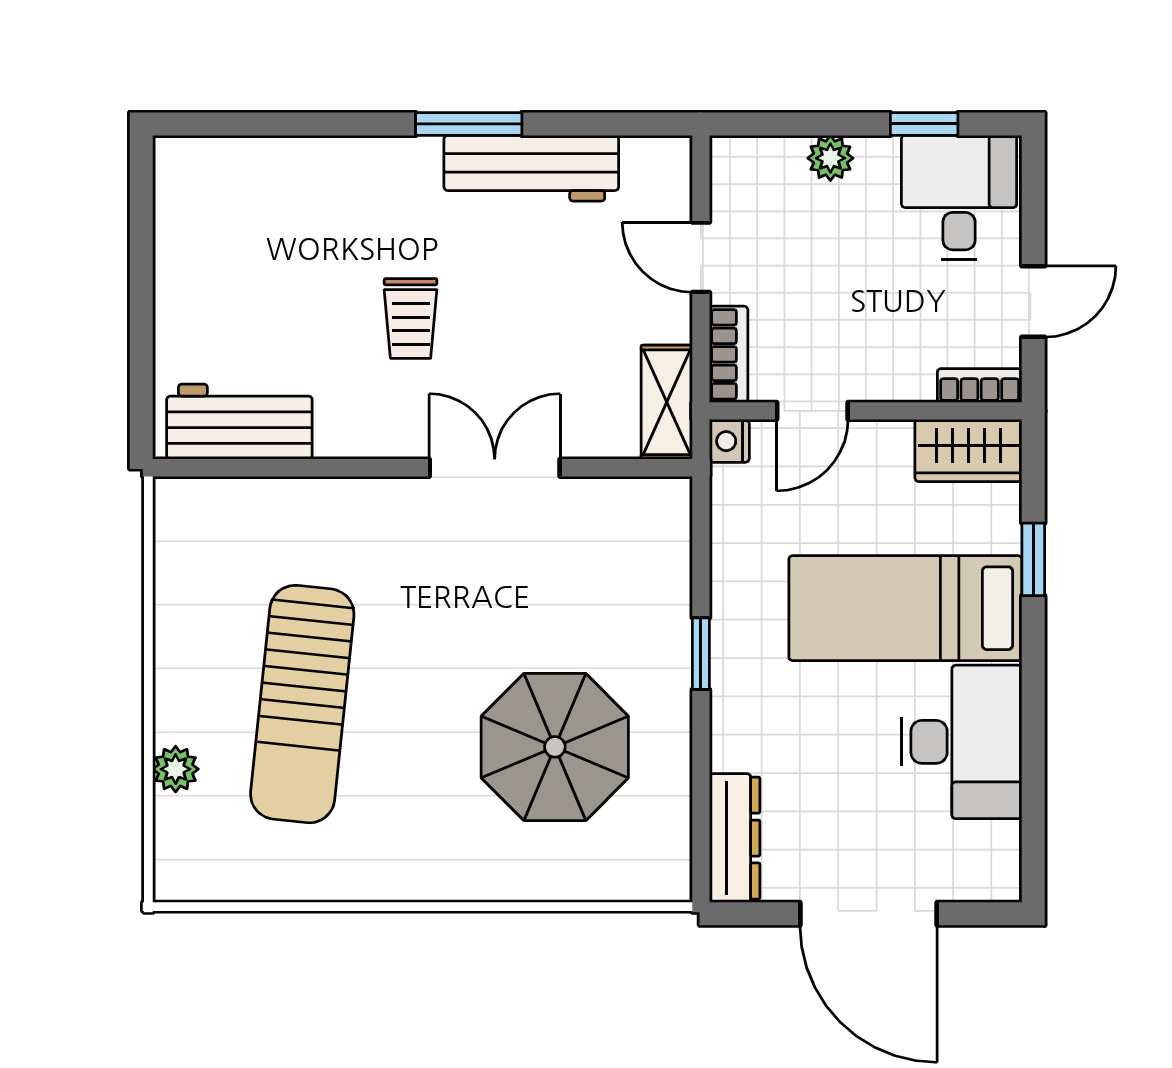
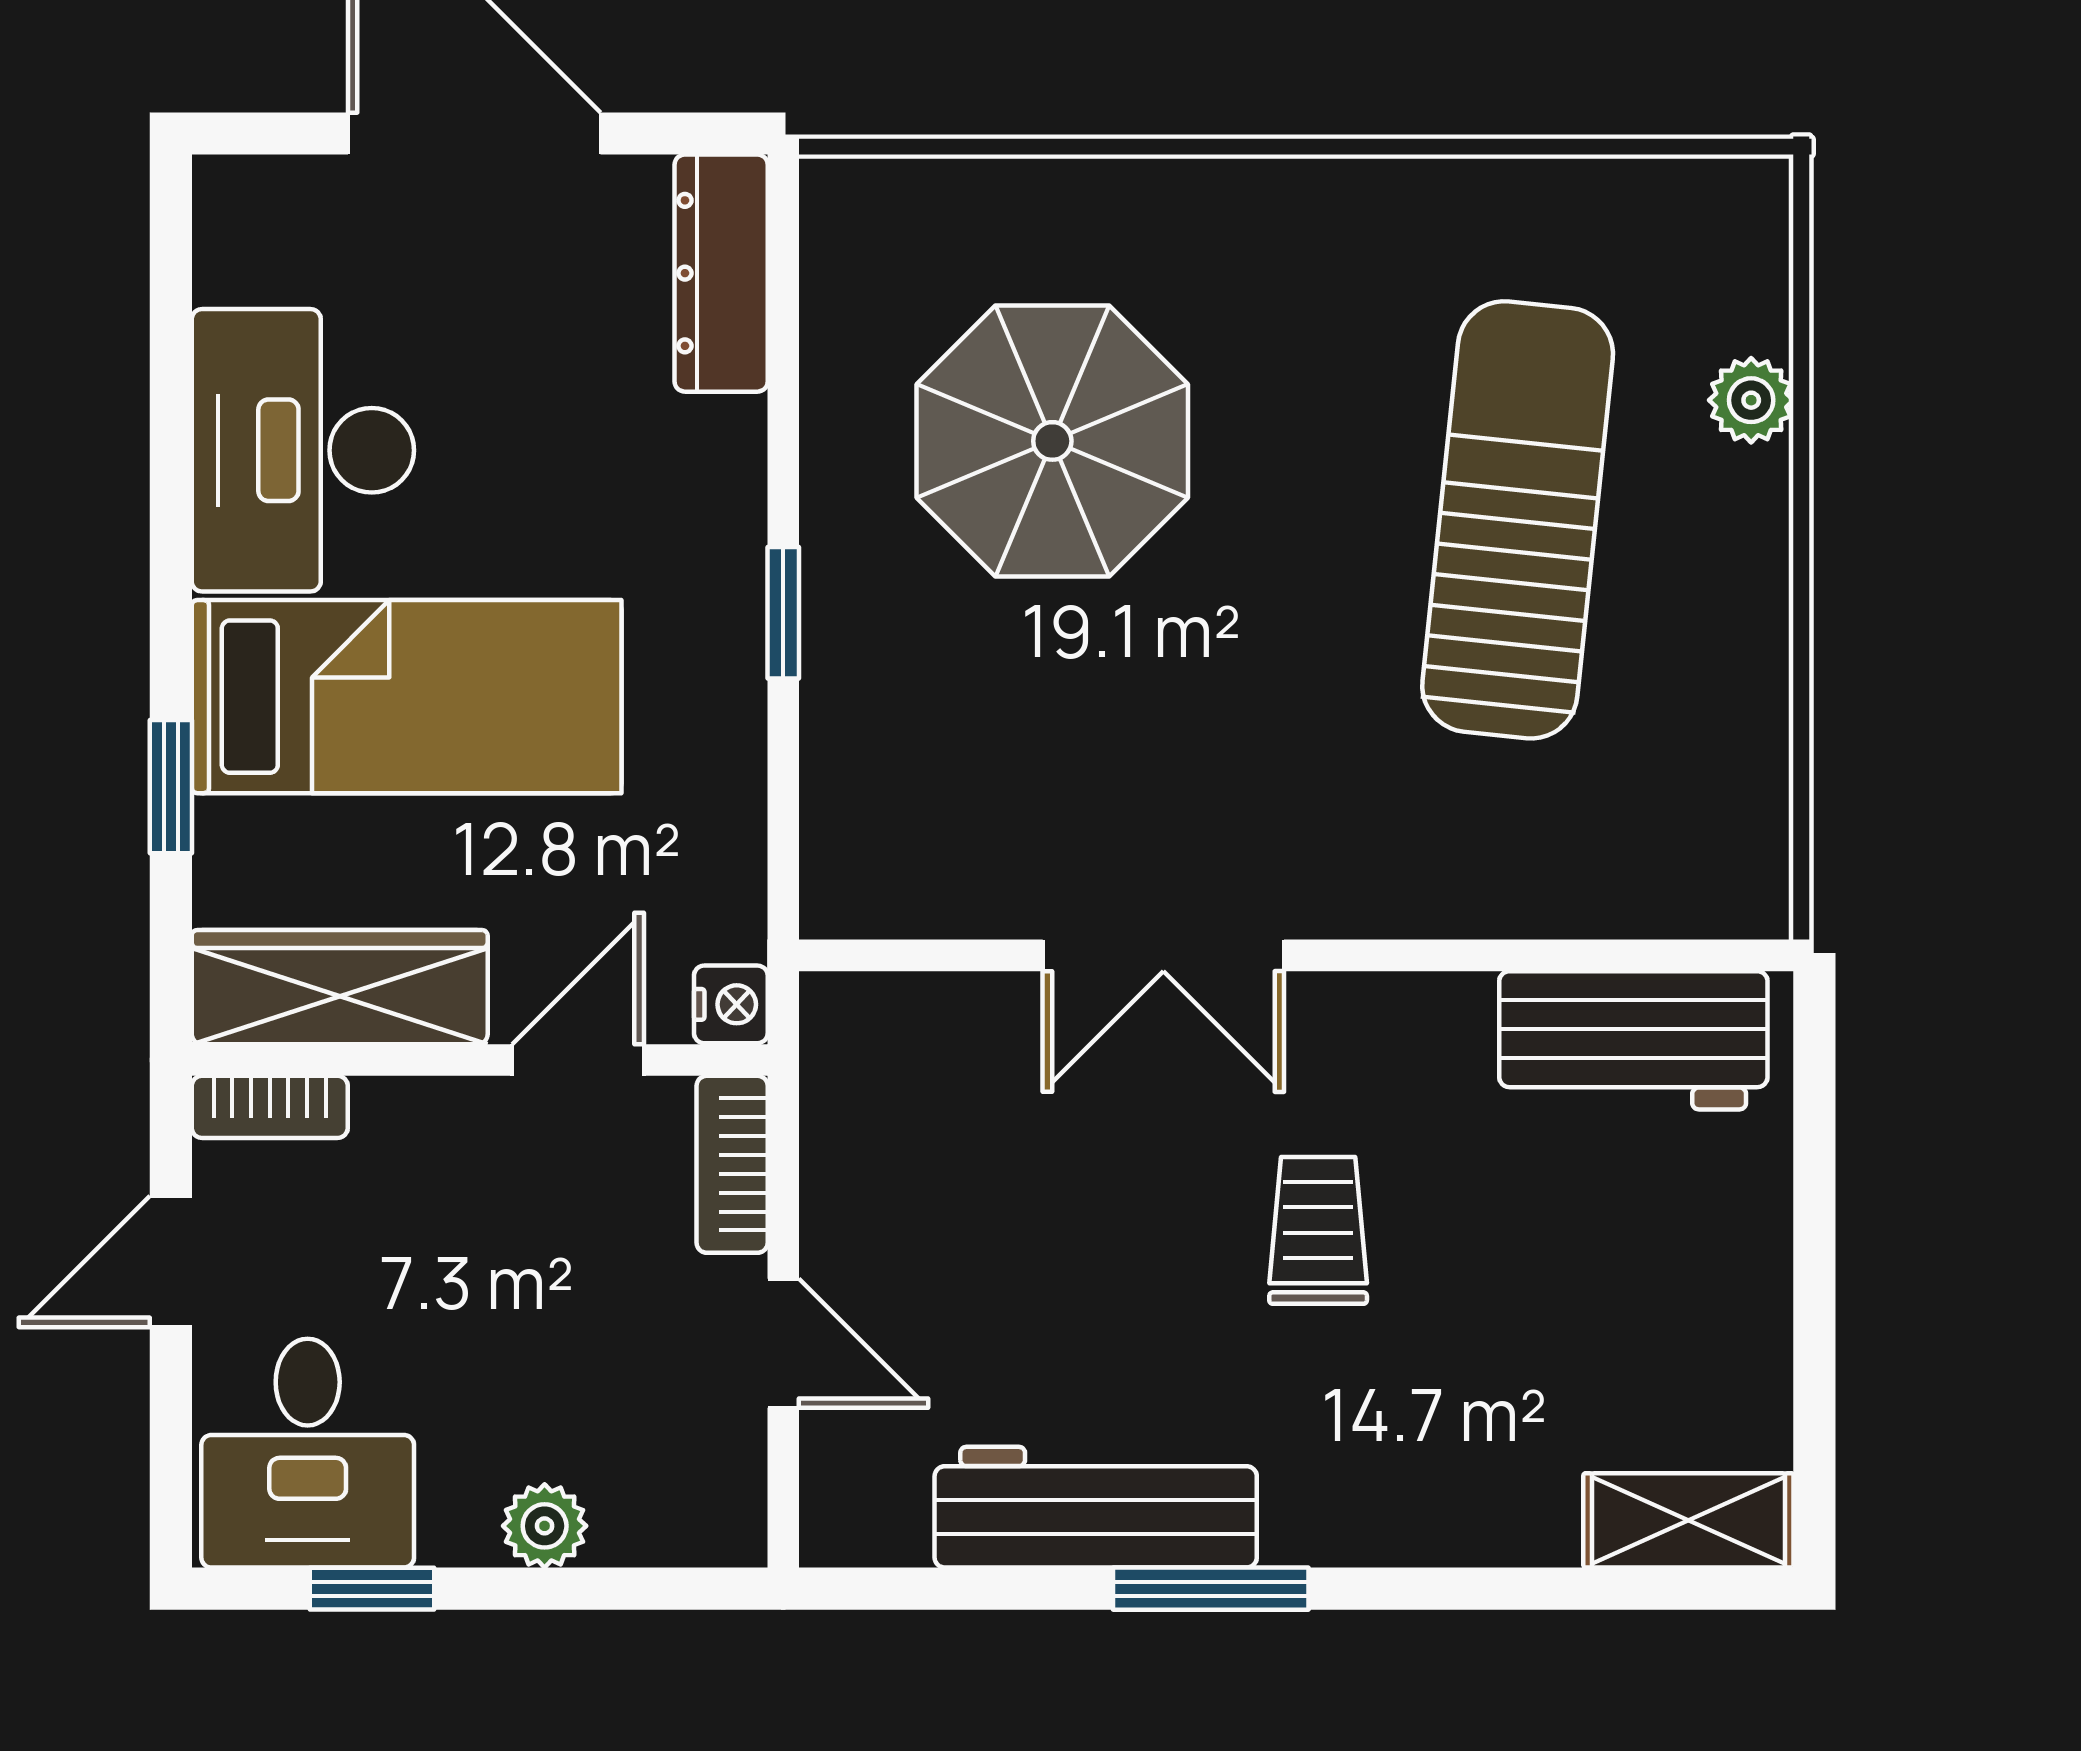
shelving: (667, 402) -> (1688, 1520), moved, turned 90
wardrobe: (968, 450) -> (340, 987), width x1.50

